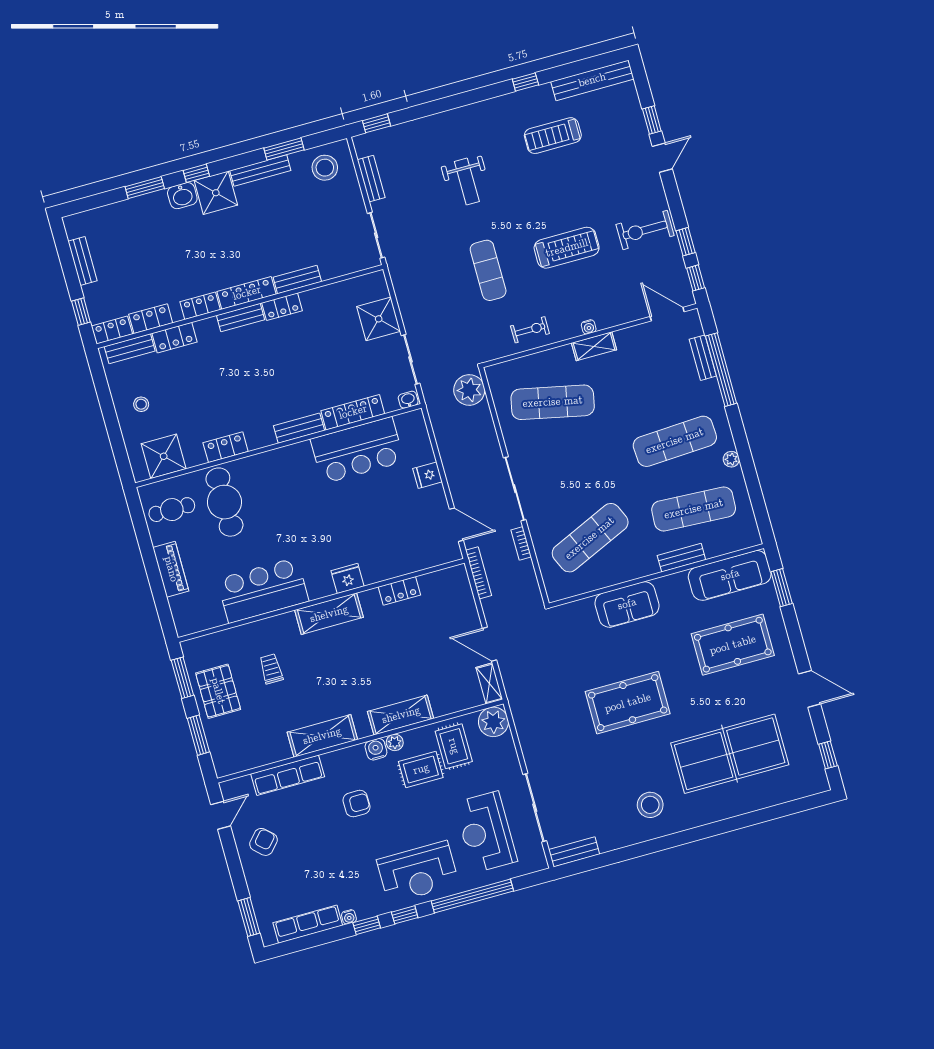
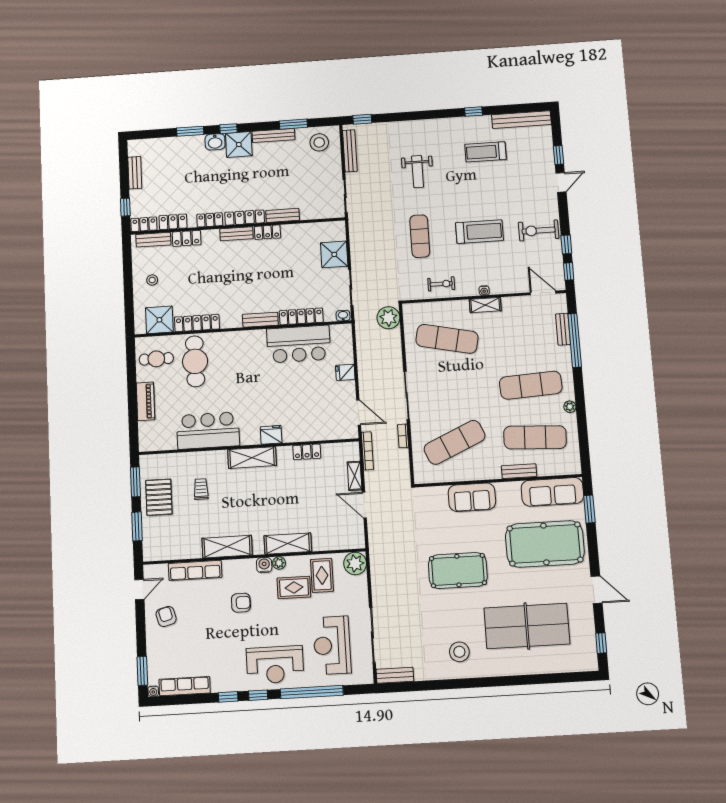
bench: (371, 179) -> (350, 151), width x1.36
locker: (226, 447) -> (197, 323), width x1.53
pool table: (733, 645) -> (545, 544), width x1.36, depth x1.32
shelving: (489, 683) -> (355, 476), moved
armchair: (264, 842) -> (166, 616), turned -57
water cooler: (349, 917) -> (153, 691), moved

